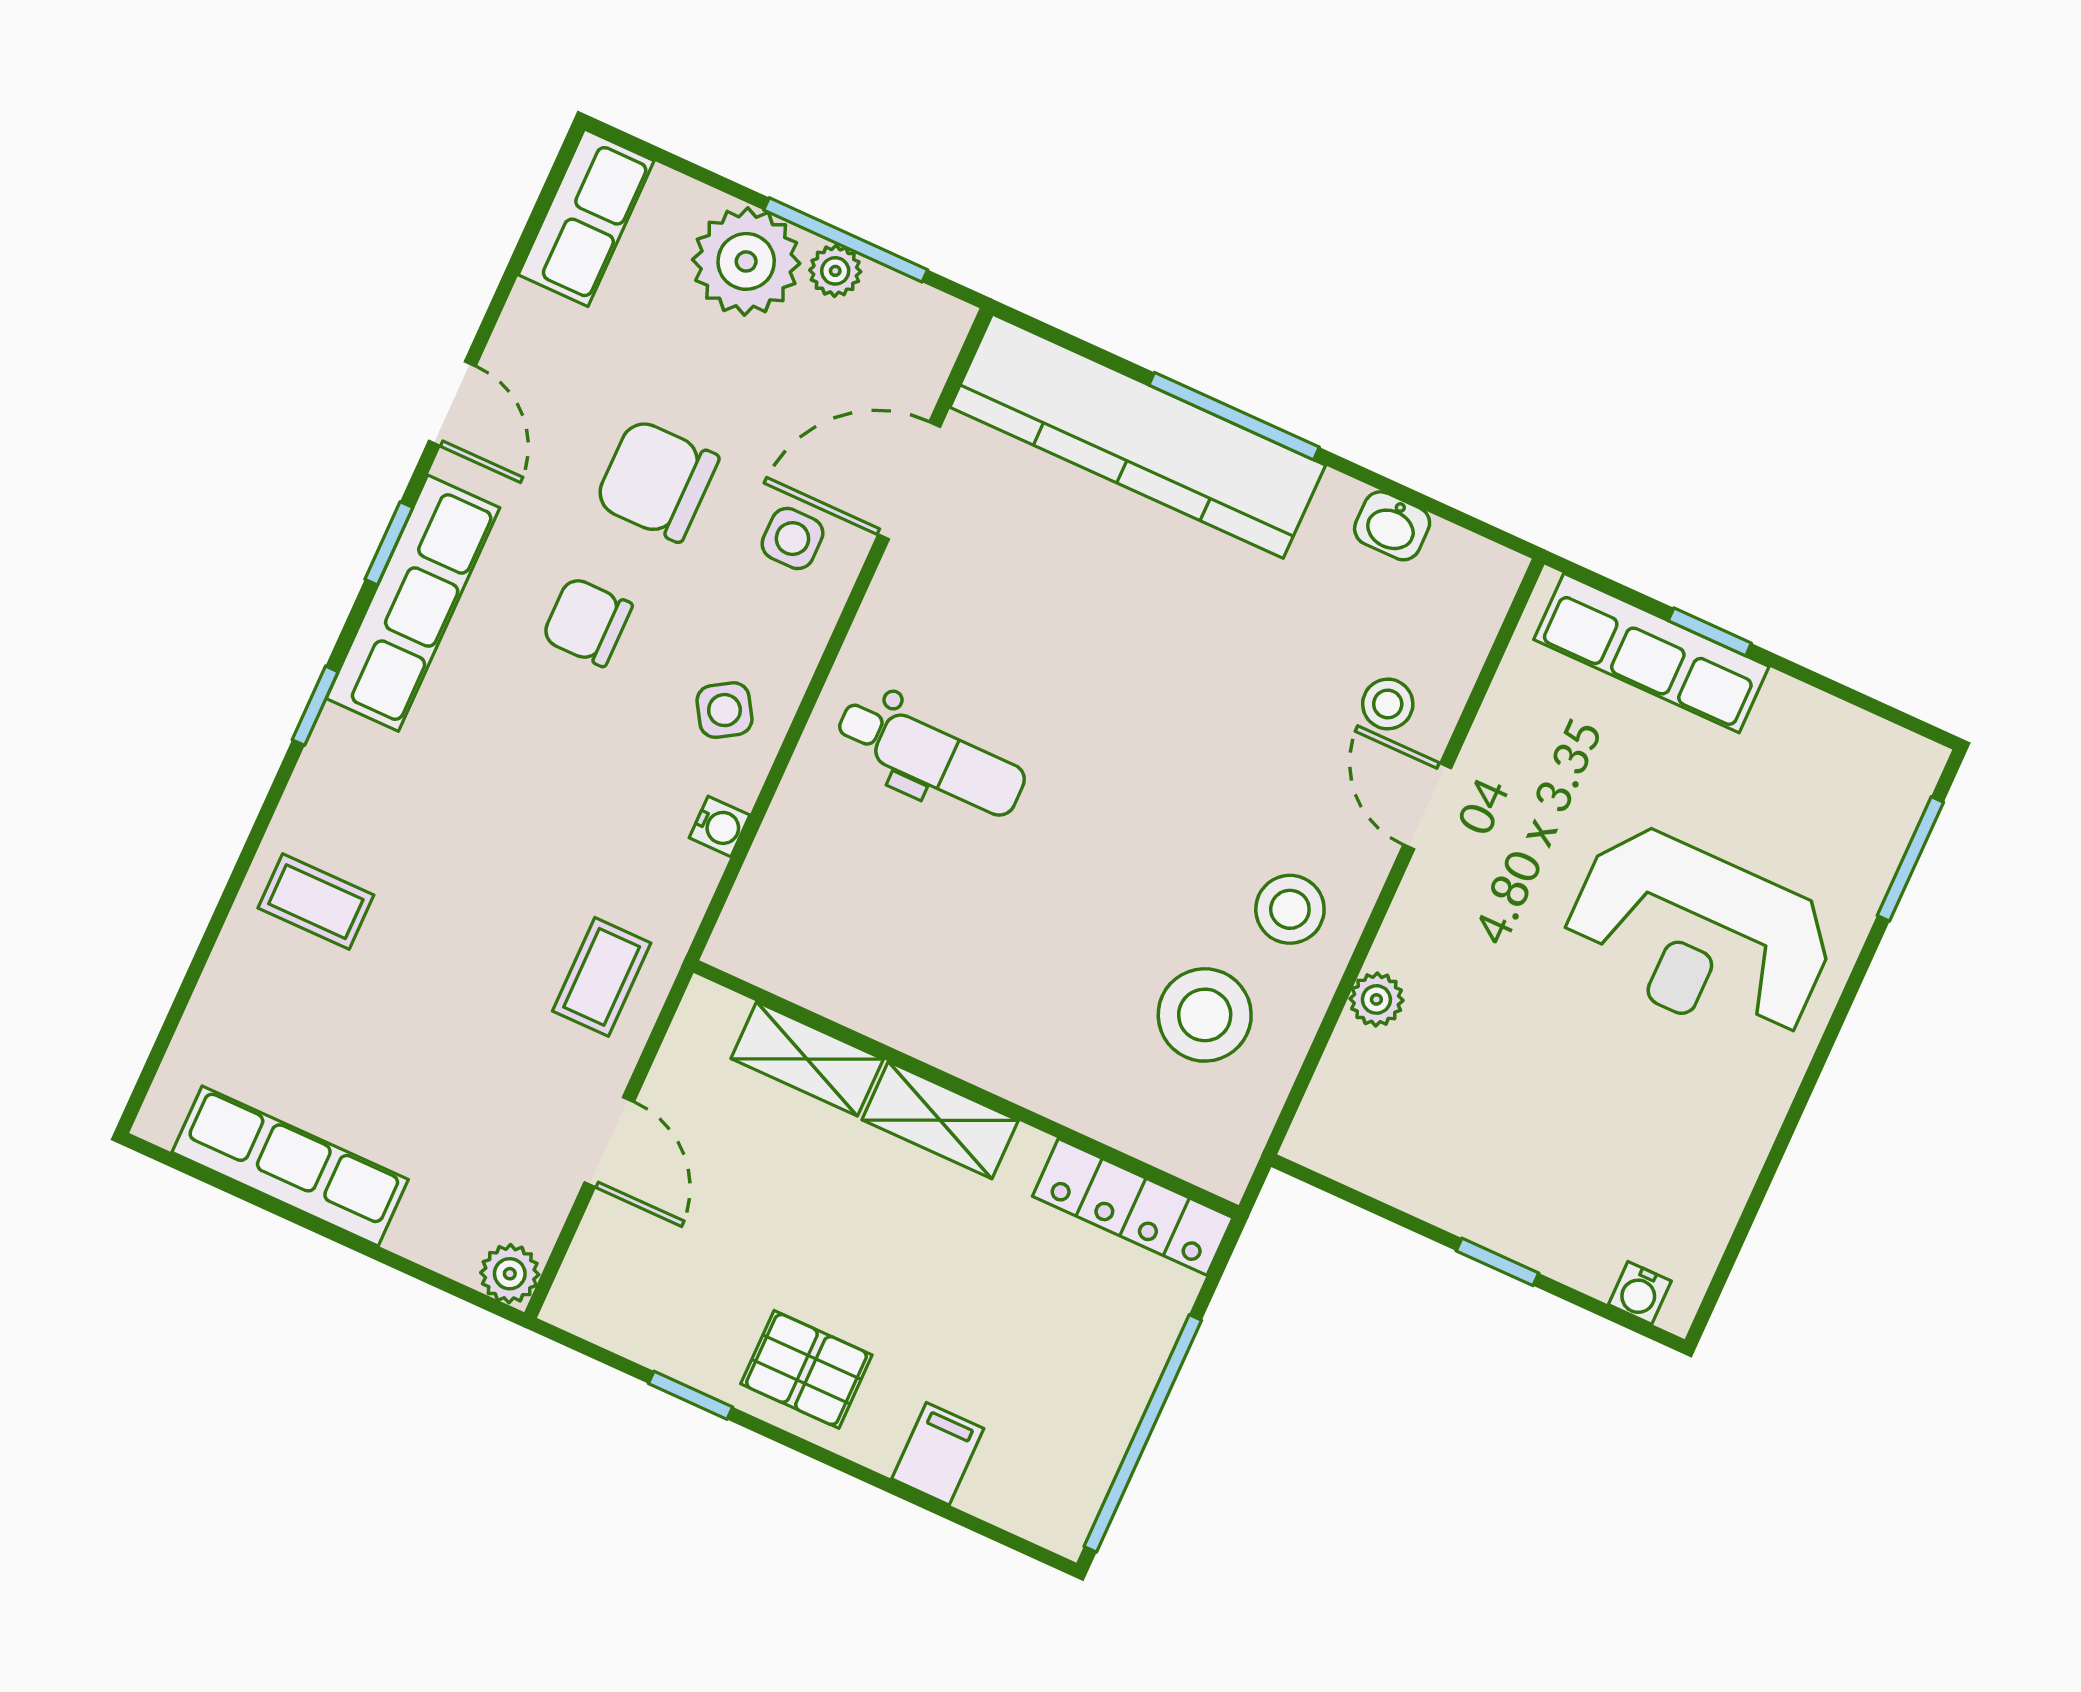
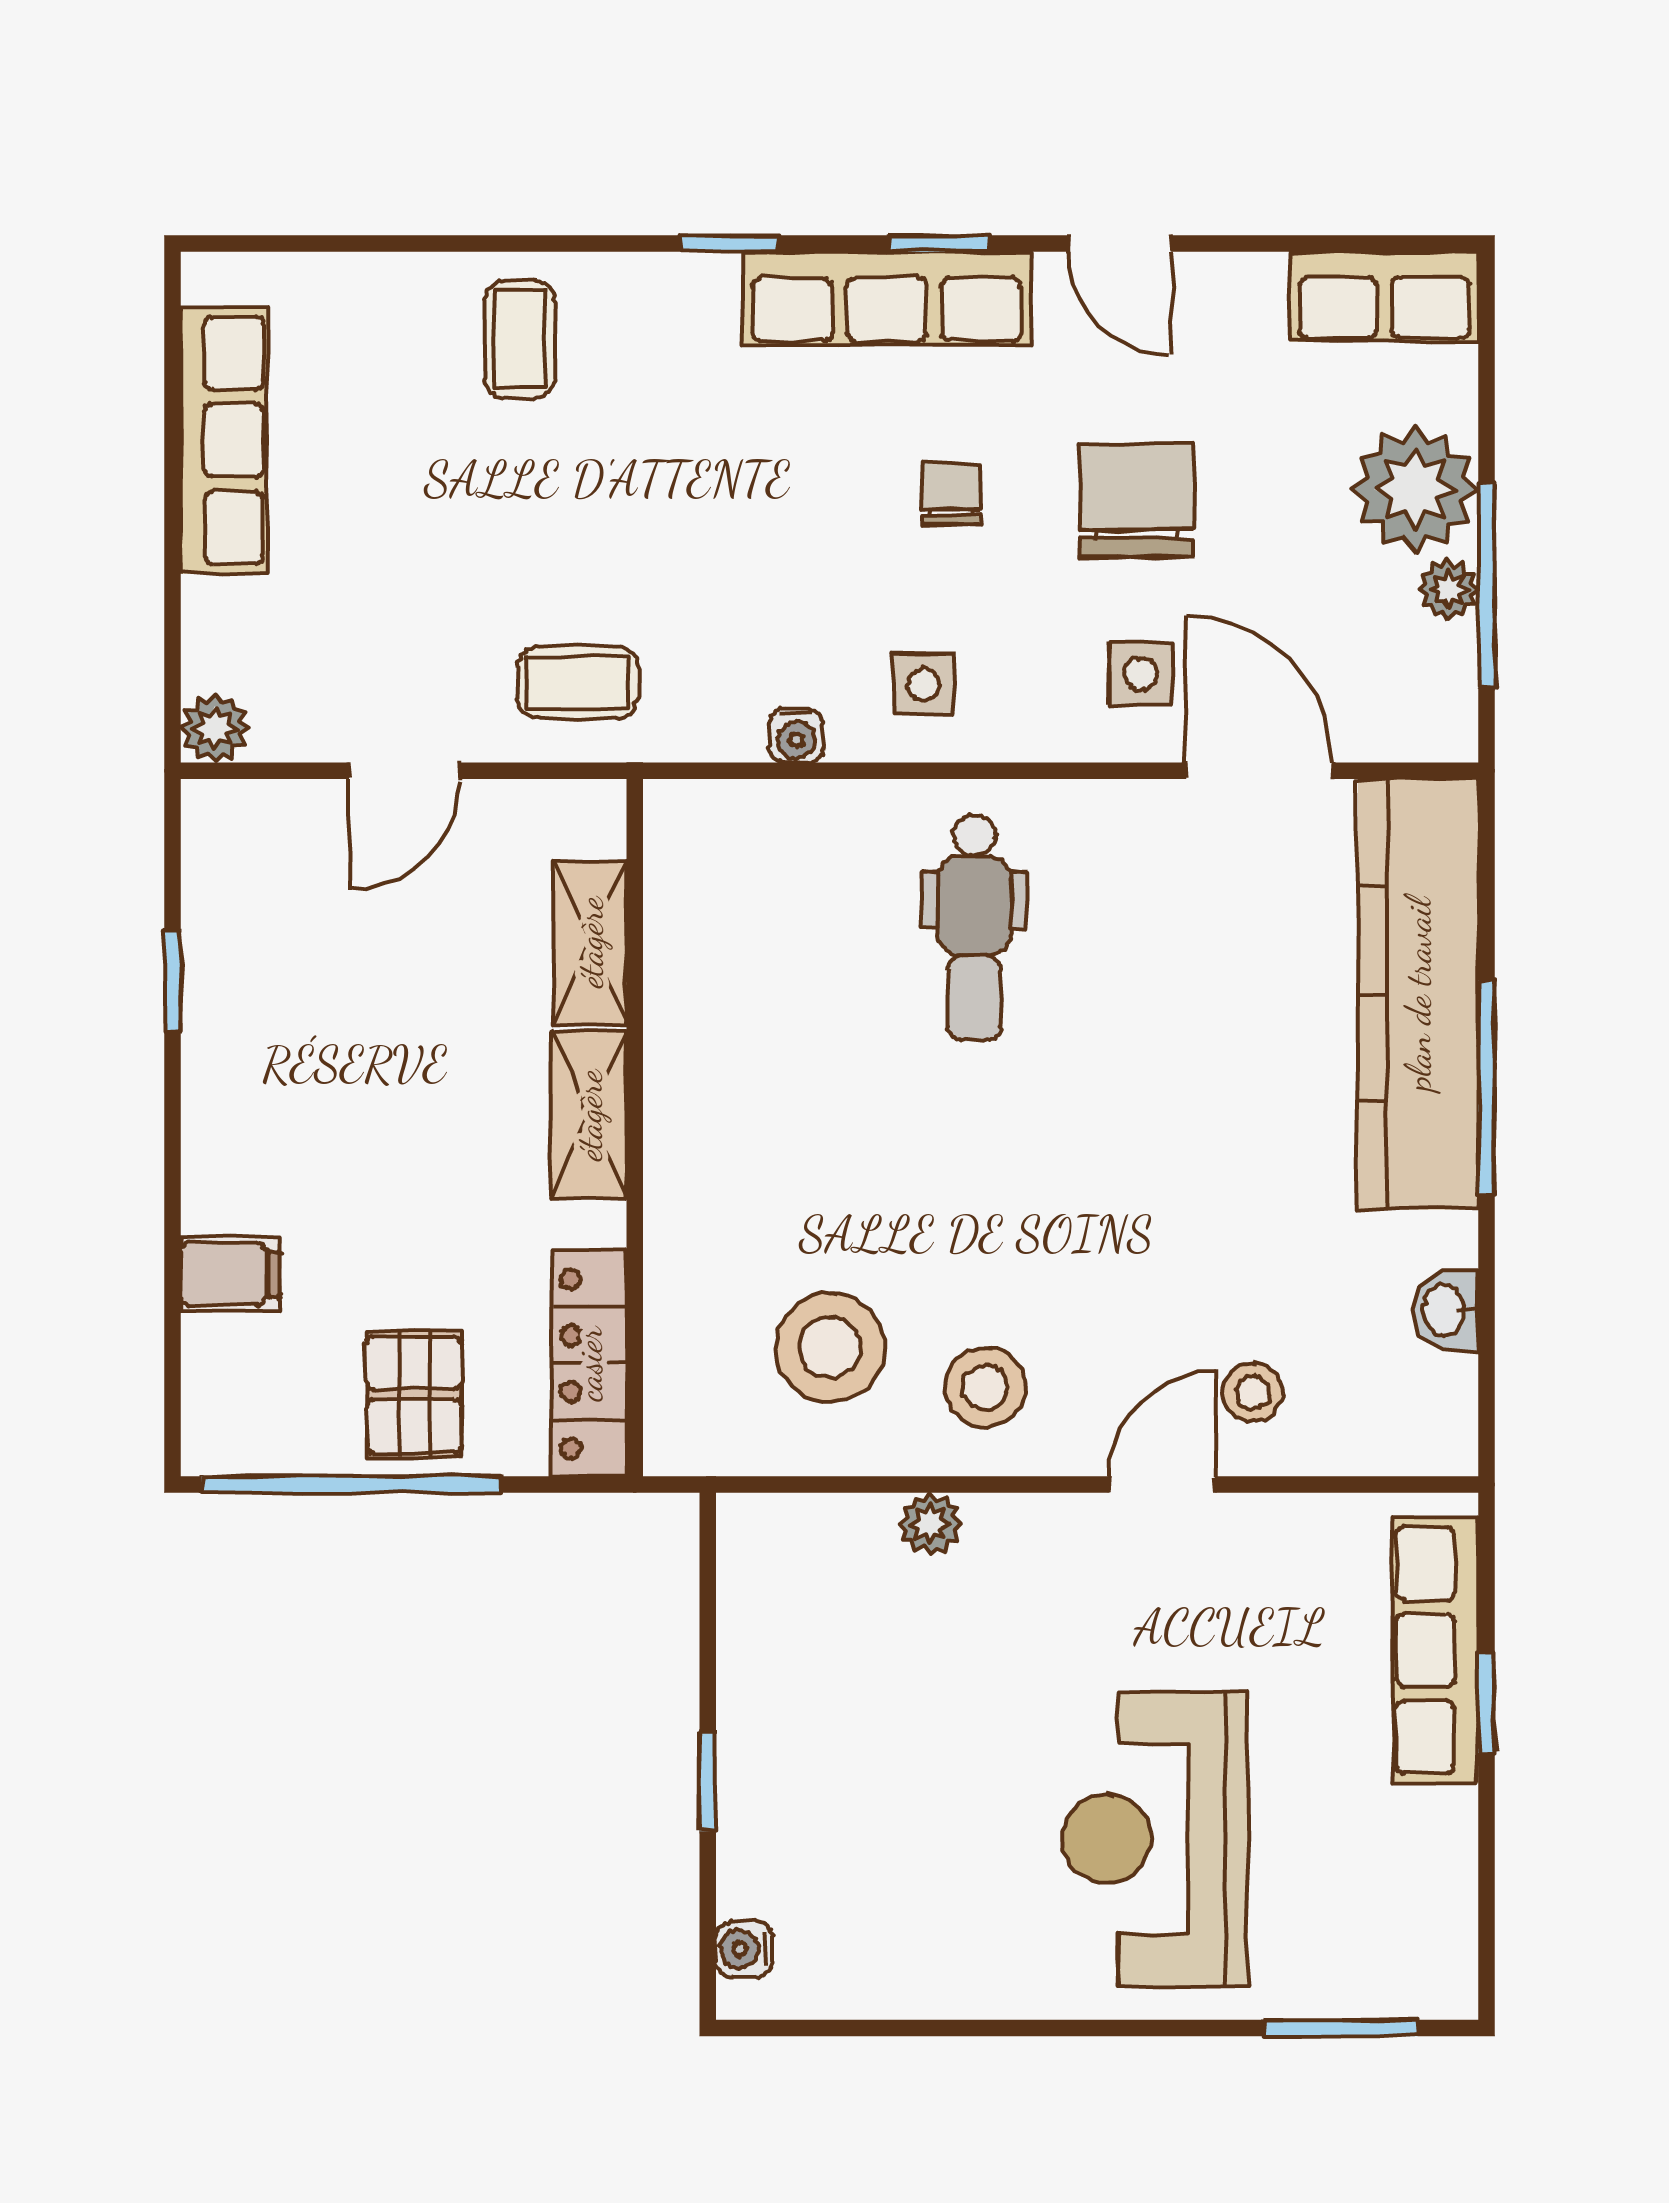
door: (452, 404) -> (1120, 243), hinge flipped
chair: (587, 622) -> (952, 494), width x0.73, depth x0.73
side table: (724, 710) -> (924, 684), turned 32
pallet: (806, 1369) -> (414, 1395), moved

